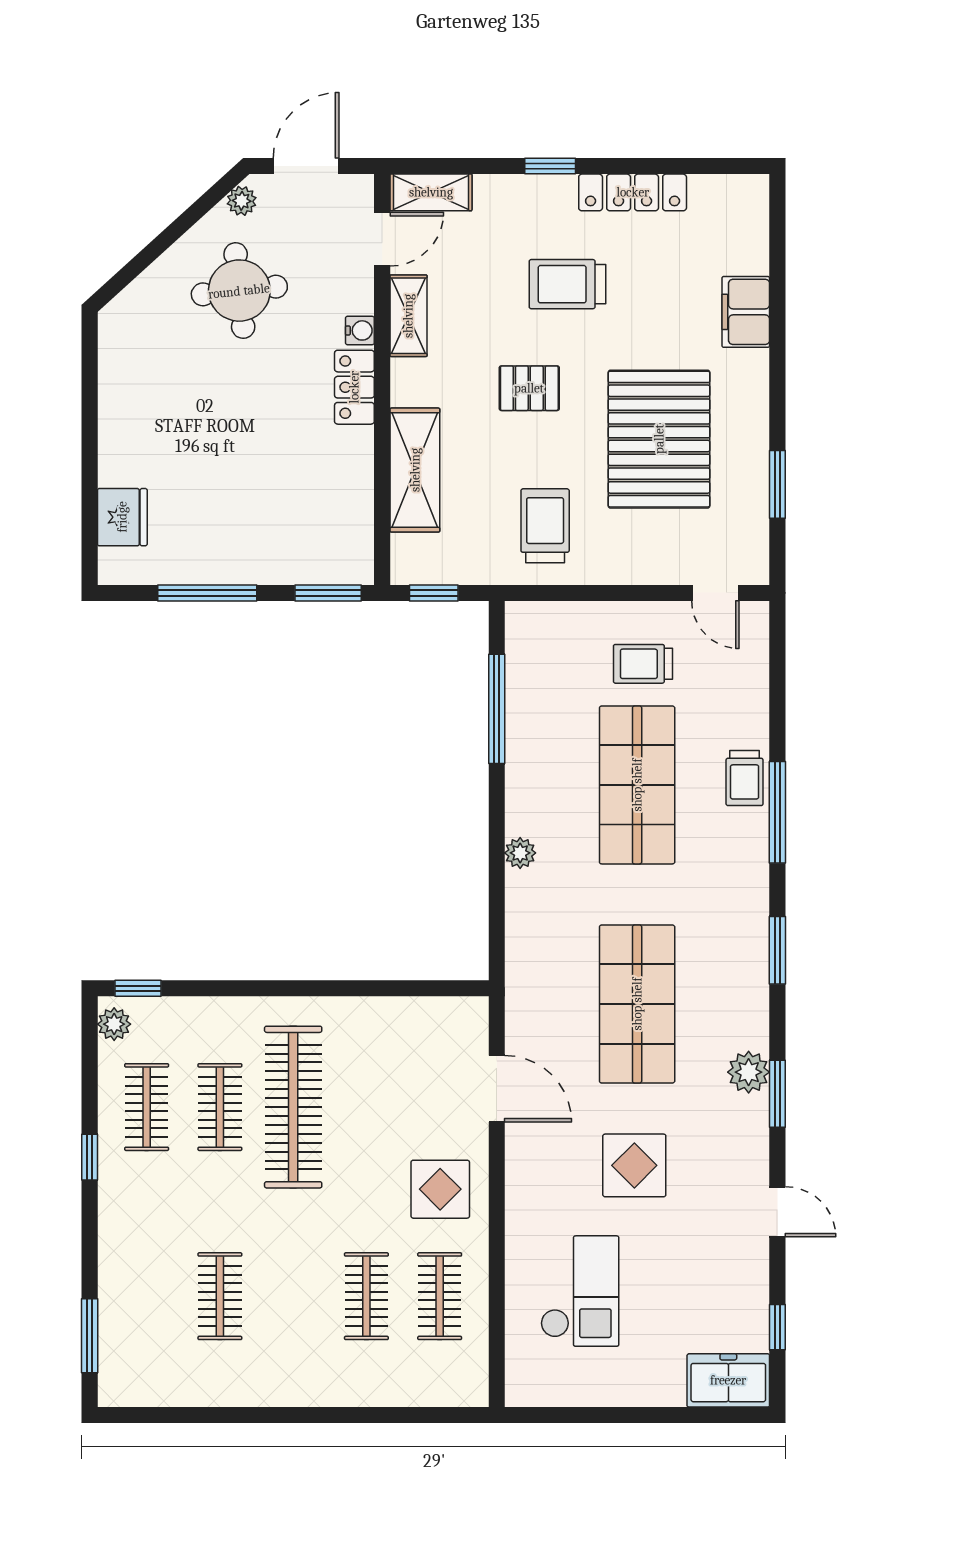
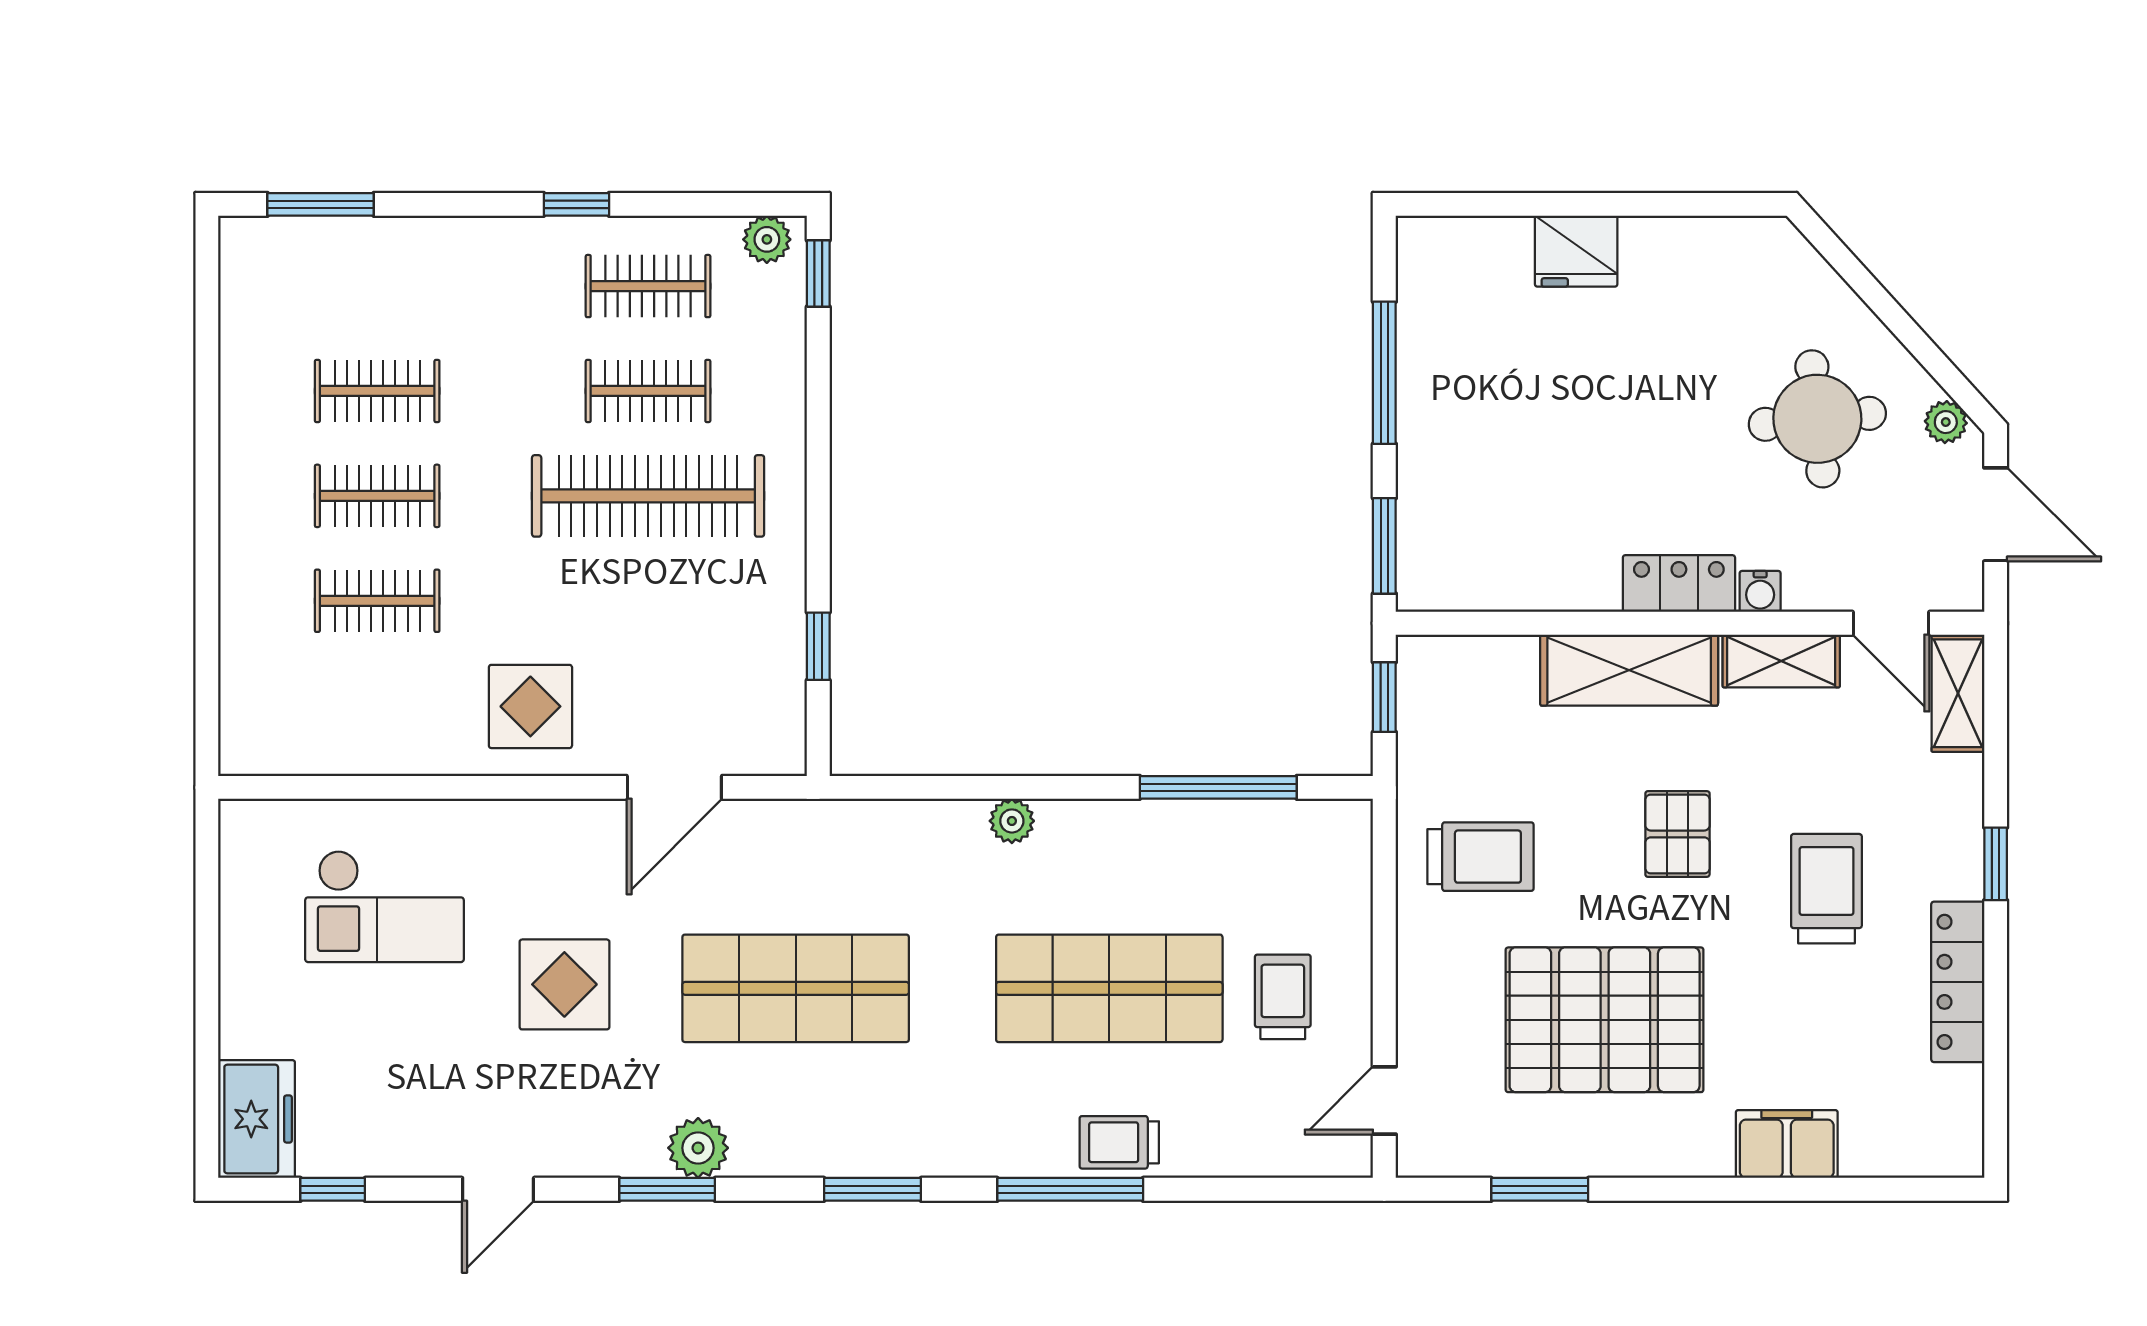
shelving: (415, 470) -> (1629, 670), moved
fridge: (122, 517) -> (1576, 251), moved
window: (398, 988) -> (818, 646), added
clothes rail: (440, 1296) -> (377, 496), moved

